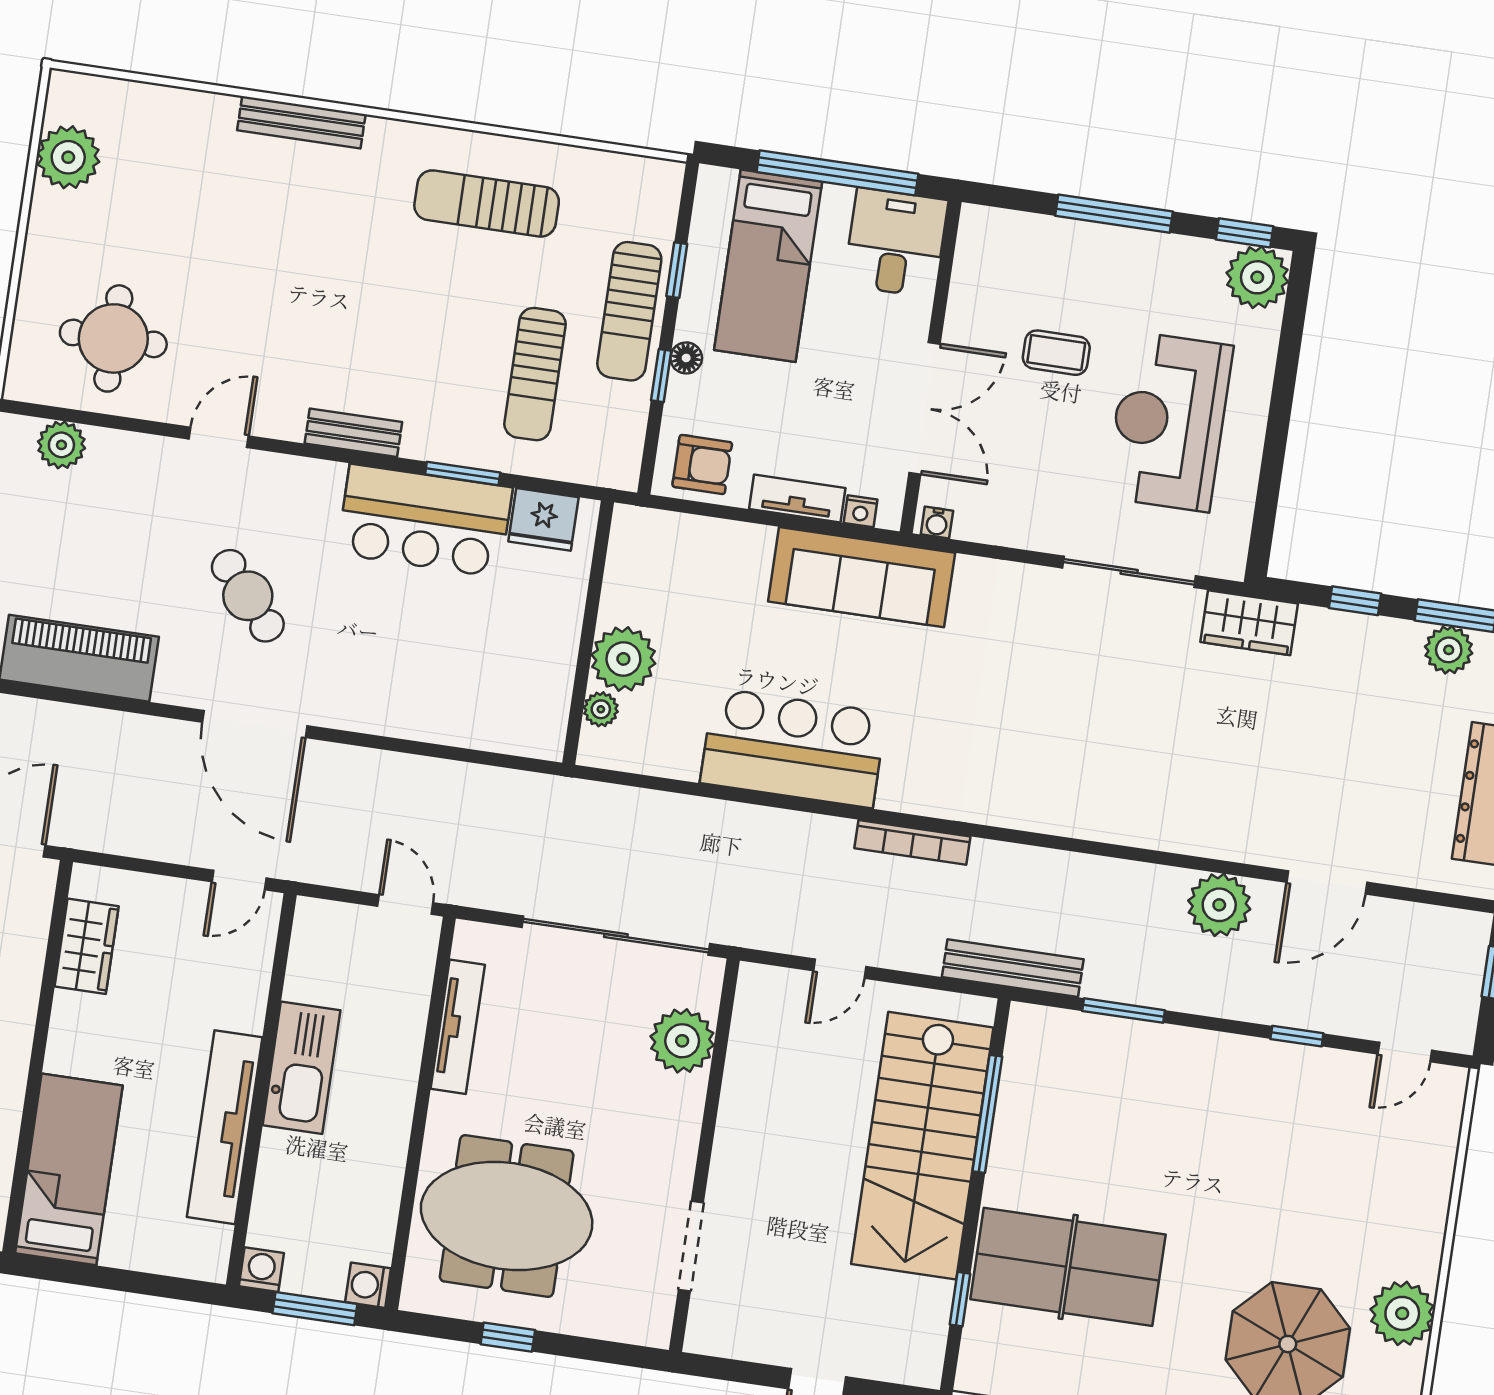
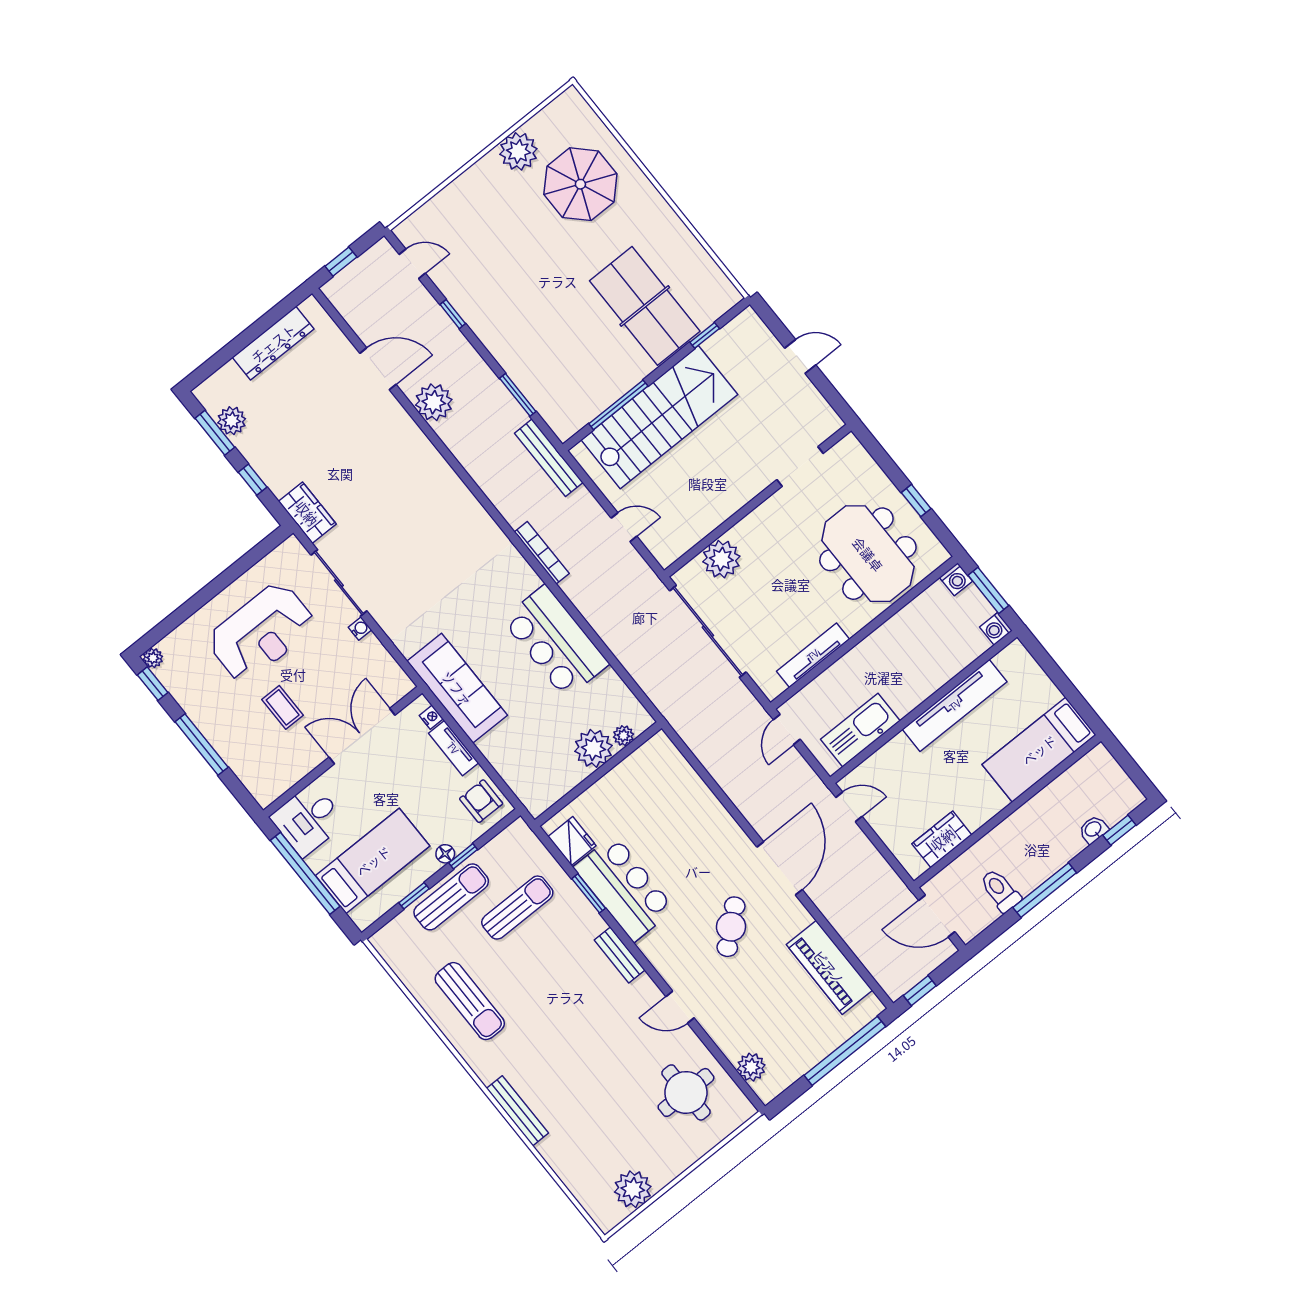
plant: (1257, 277) -> (153, 658), width x0.53, depth x0.53
water cooler: (937, 523) -> (360, 629), moved
kitchen sink: (301, 1068) -> (860, 730), moved

